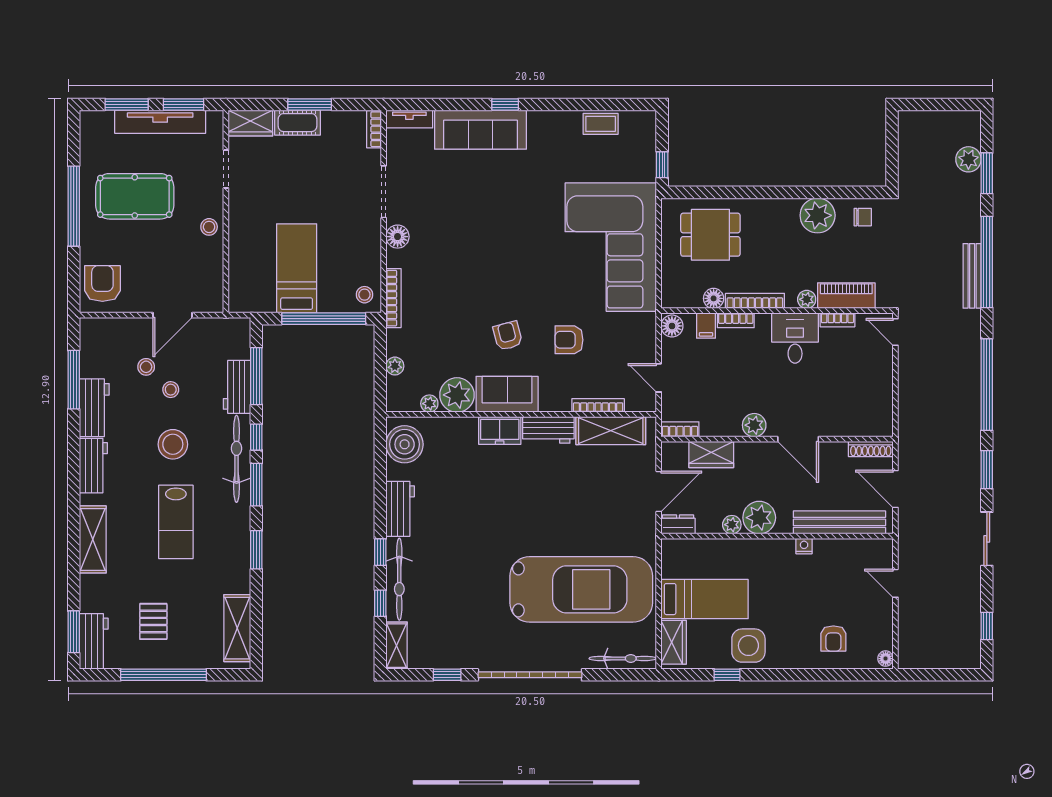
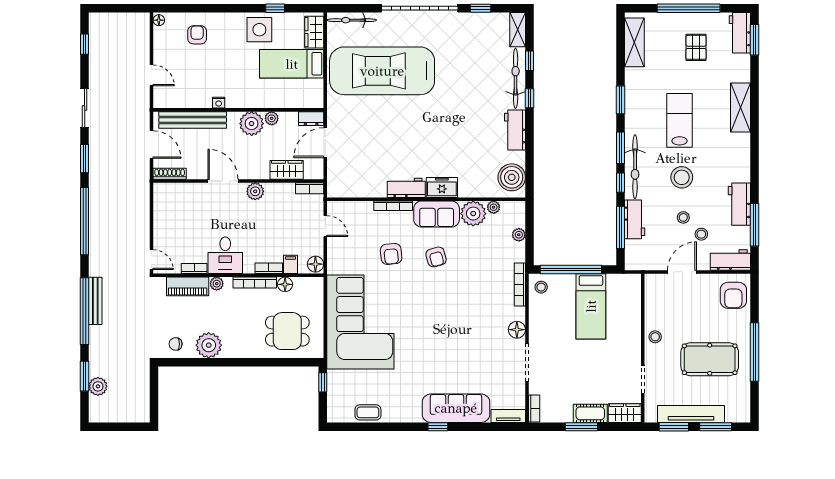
armchair: (569, 340) -> (391, 254), turned 84
bookcase: (598, 405) -> (393, 206), moved
shelving: (611, 431) -> (360, 187), removed
workbench: (93, 466) -> (730, 260), moved, turned 90

